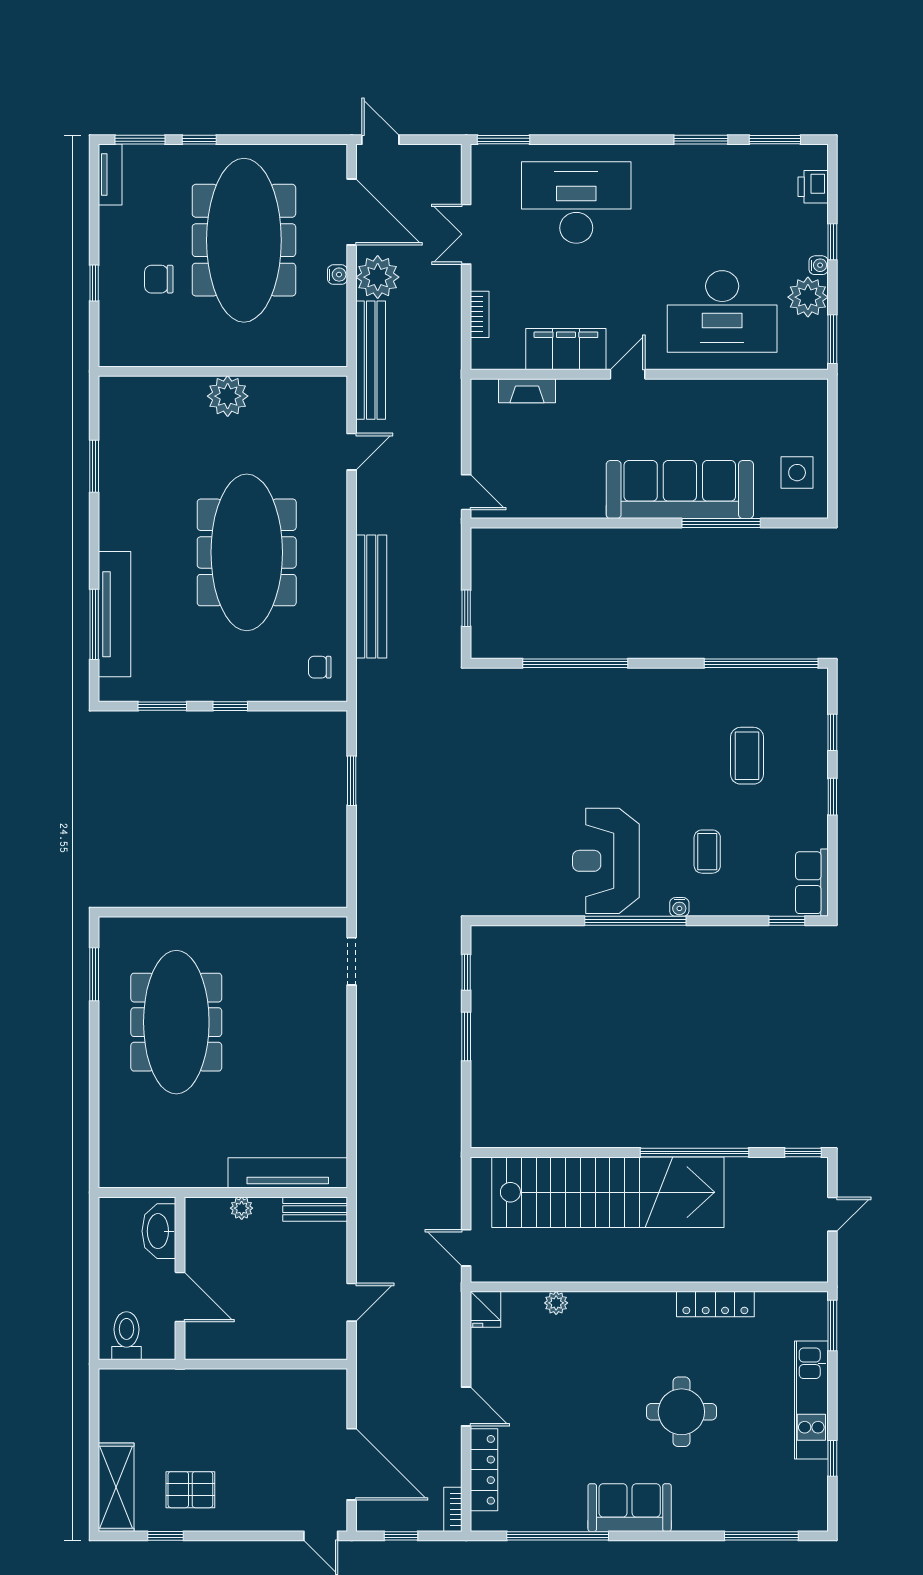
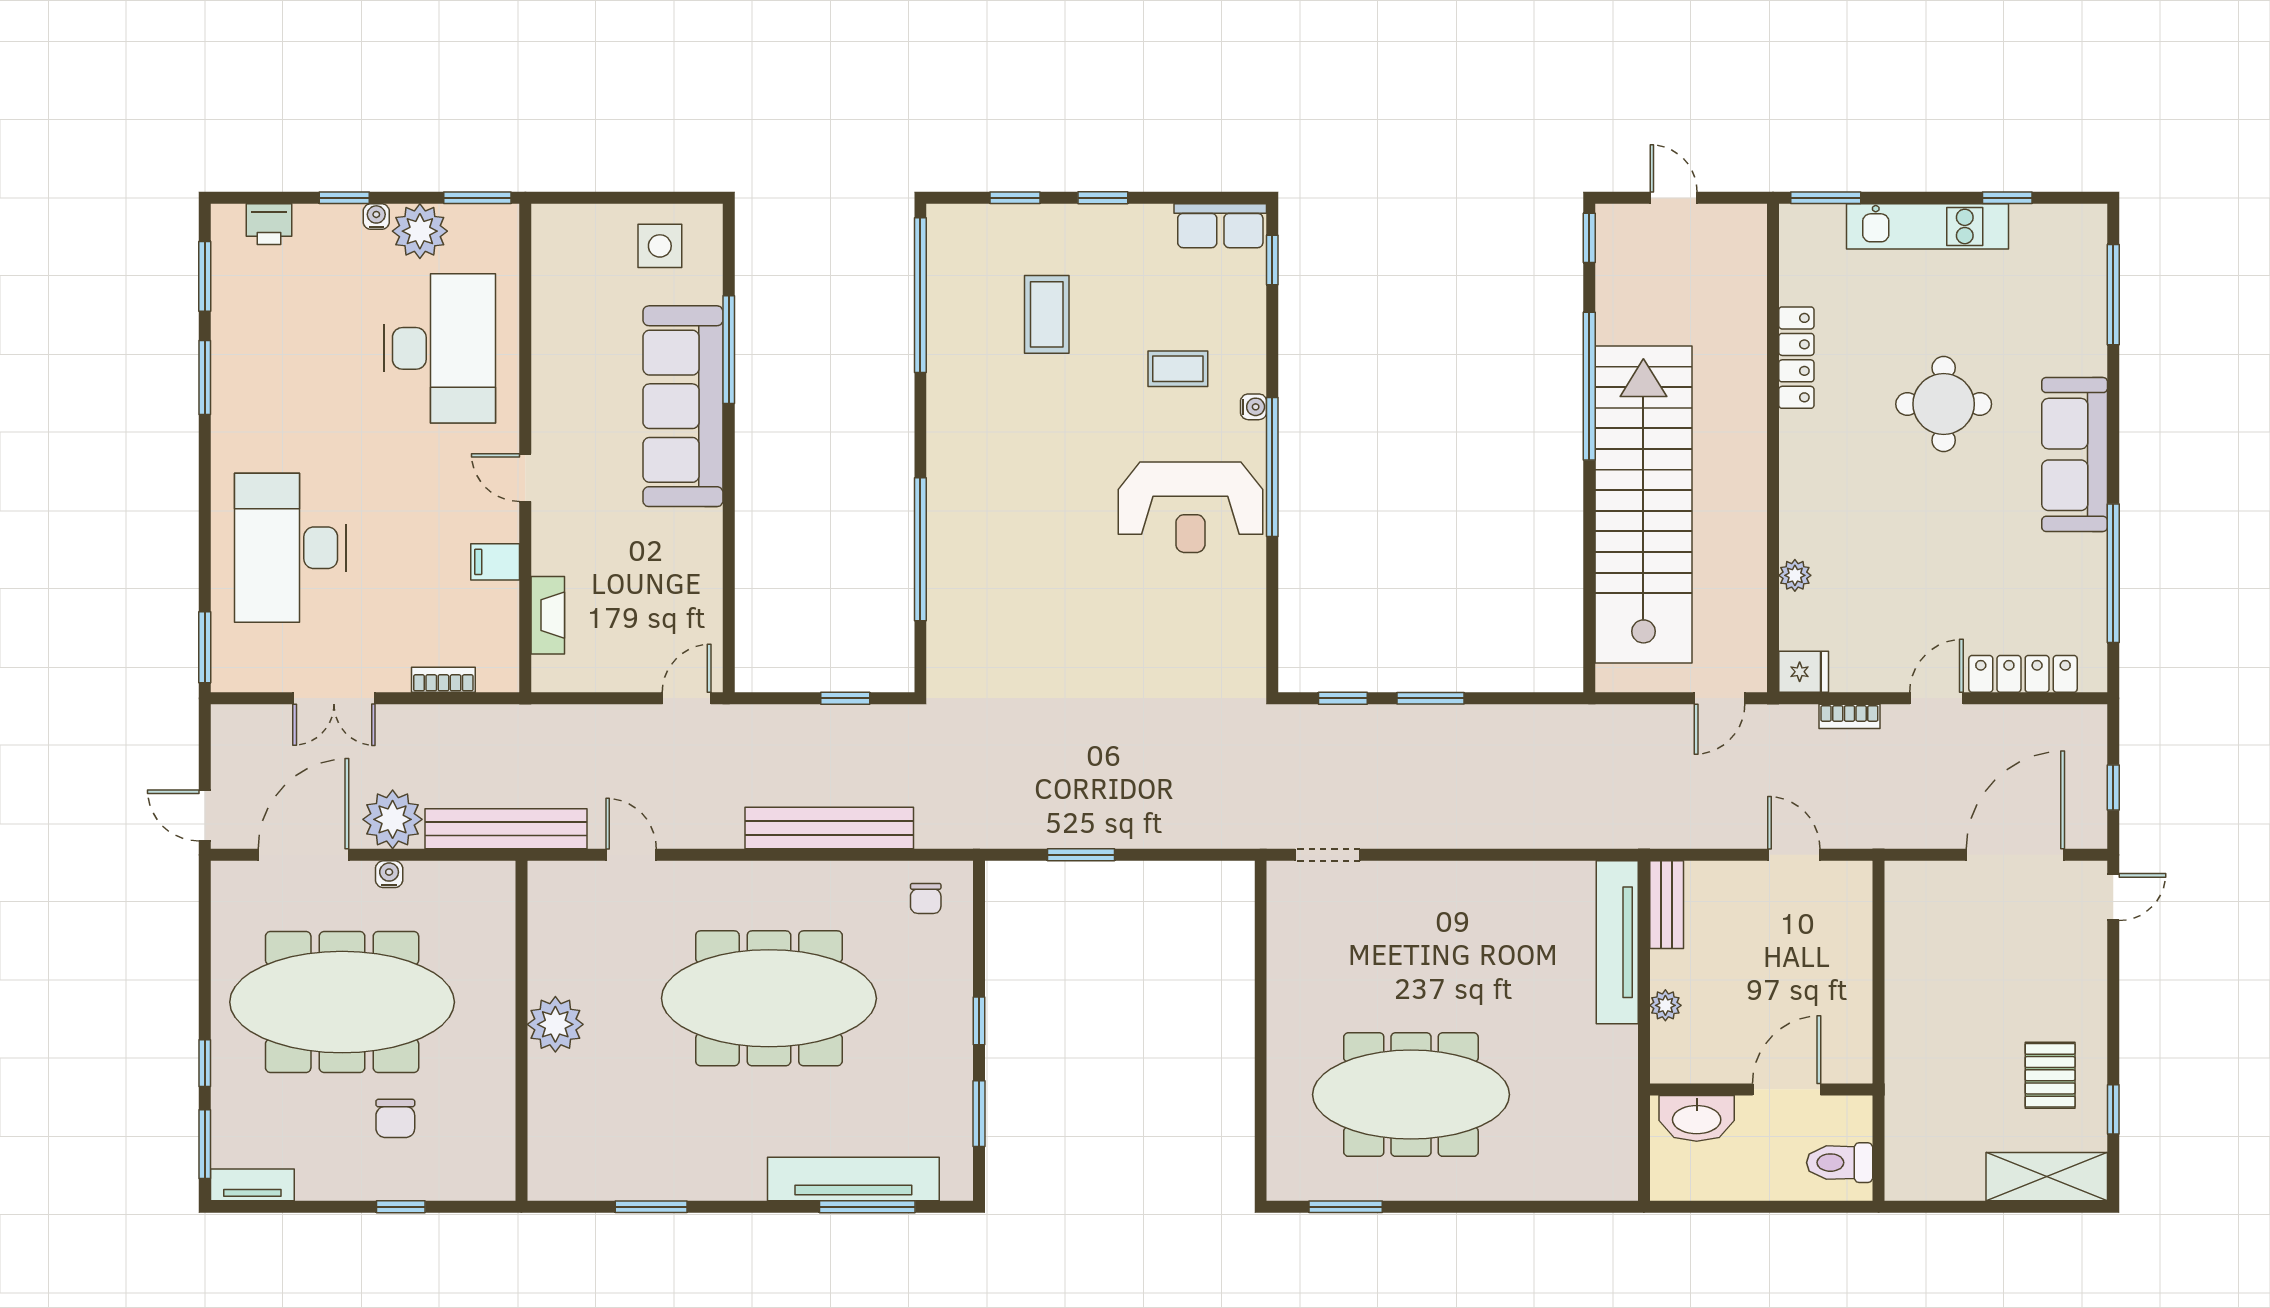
door: (380, 140) -> (205, 816), hinge flipped
filing cabinet: (566, 349) -> (495, 562), width x0.33, depth x0.86
coffee table: (747, 756) -> (1047, 314), turned 90
sofa: (630, 1508) -> (2075, 454), width x1.36
bookcase: (453, 1509) -> (1849, 716), moved

